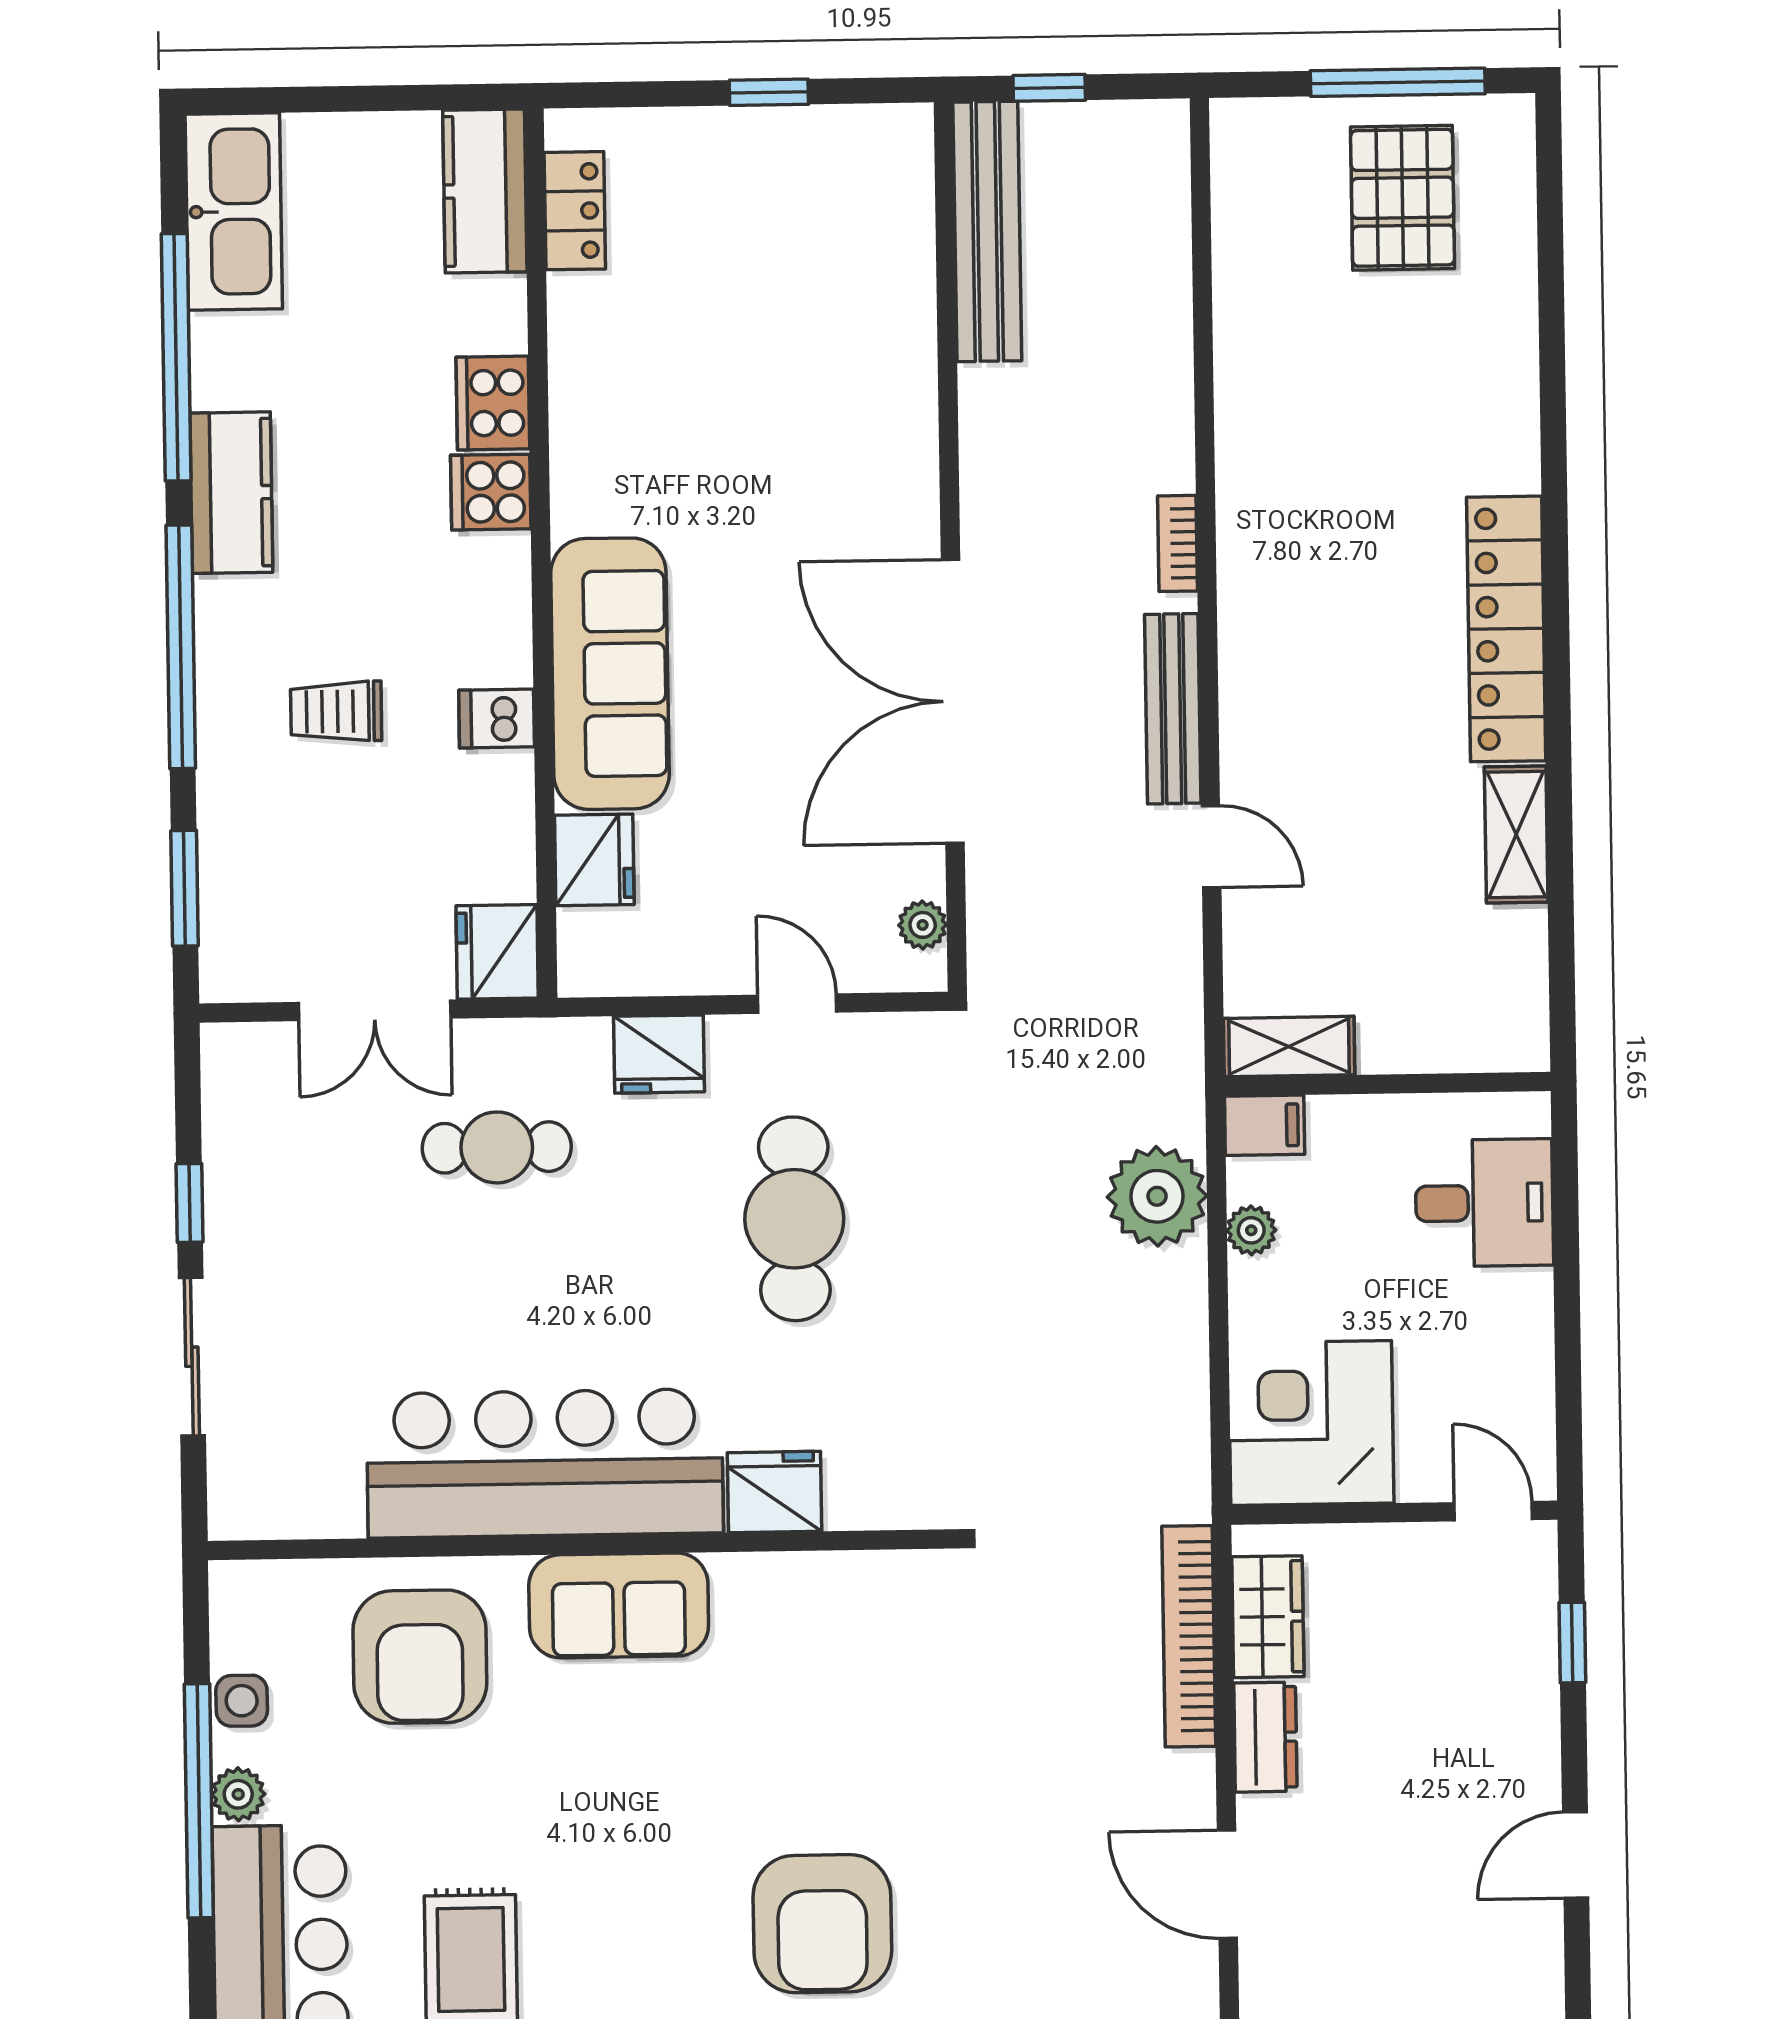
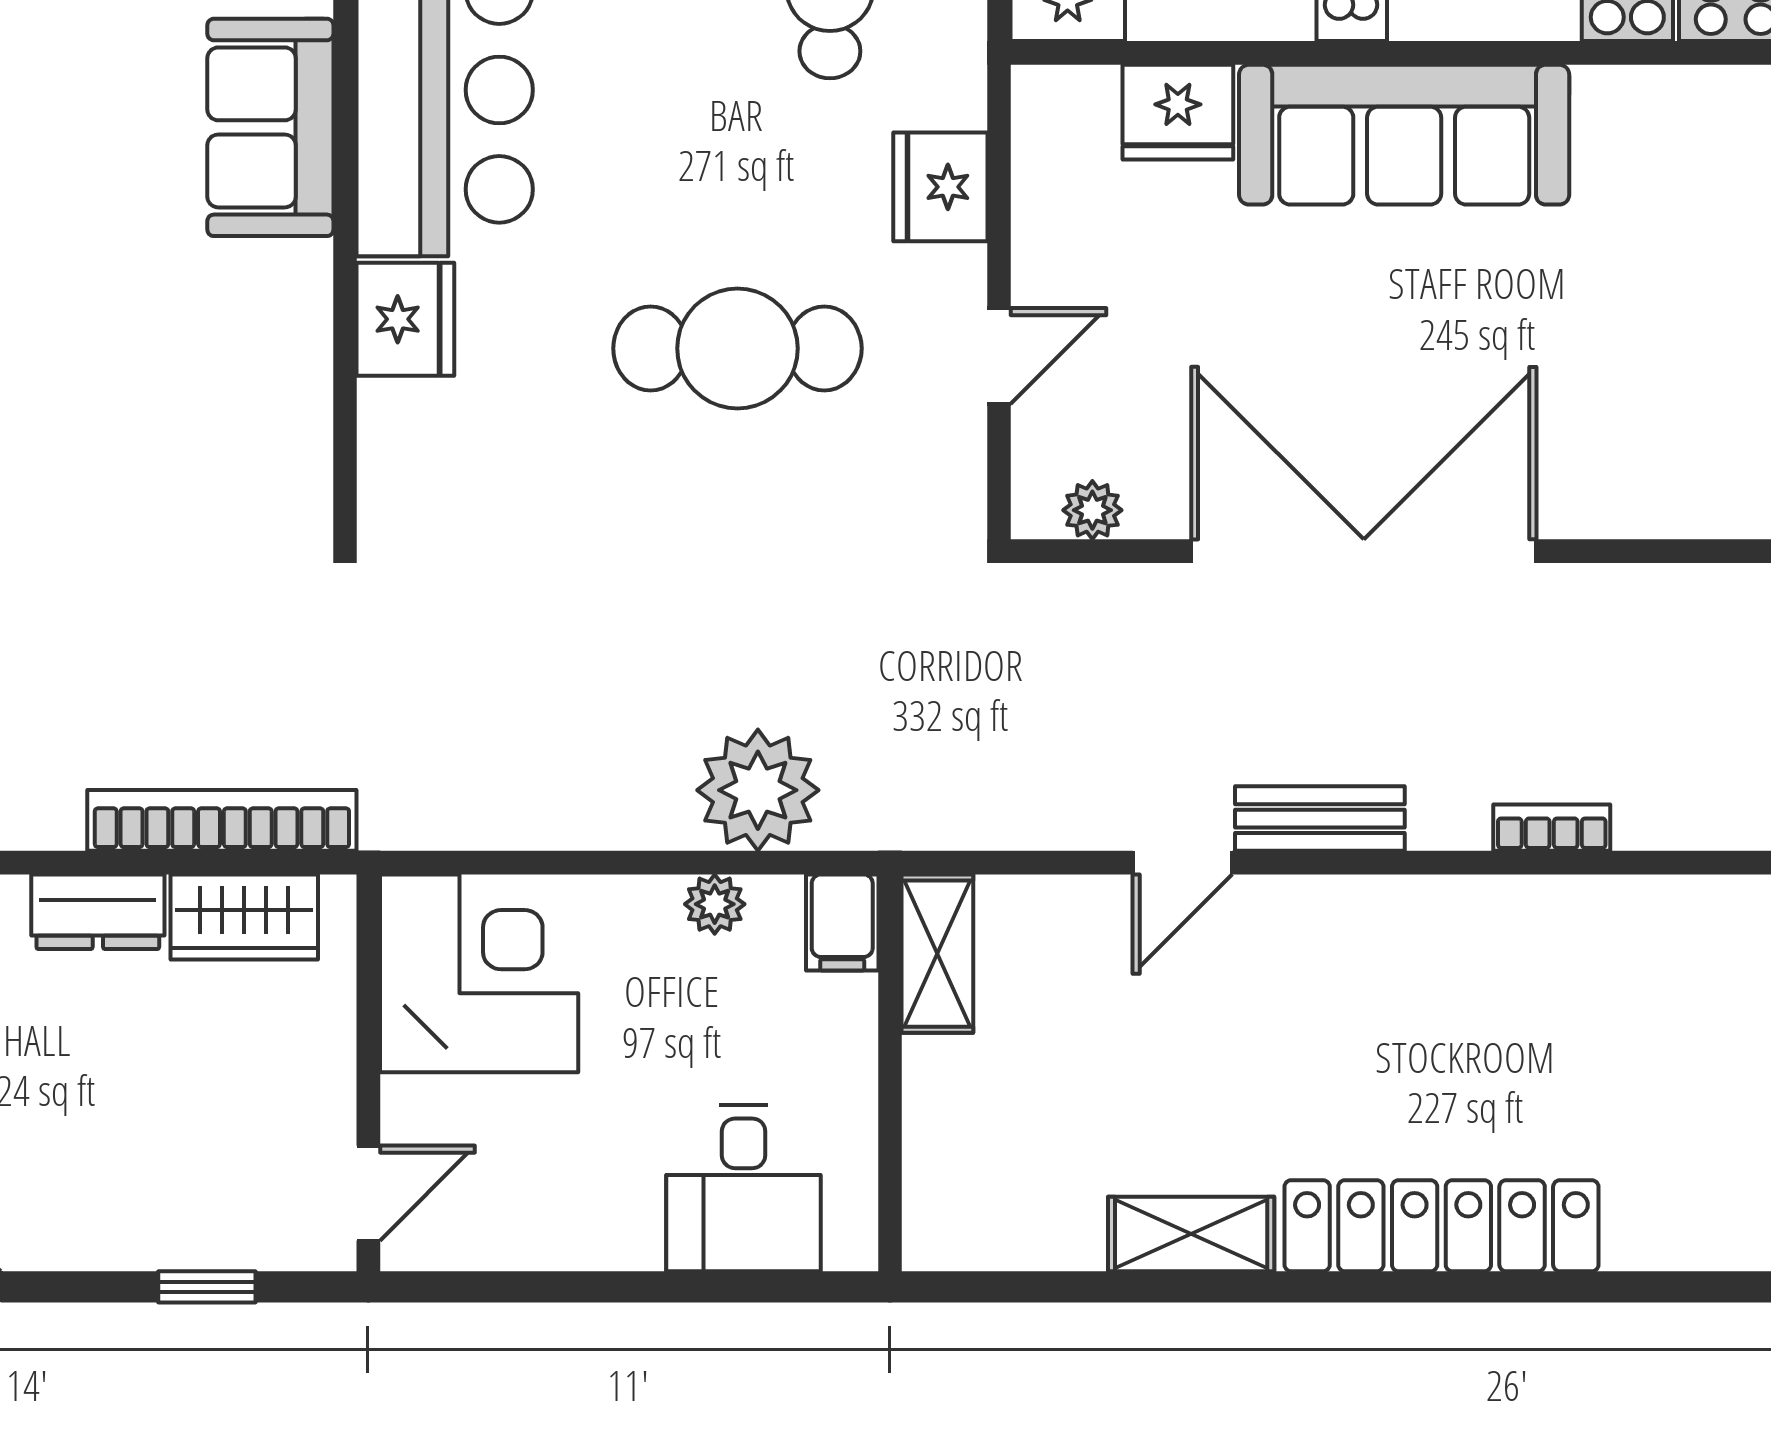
bench: (1173, 709) -> (1320, 819), width x0.73

